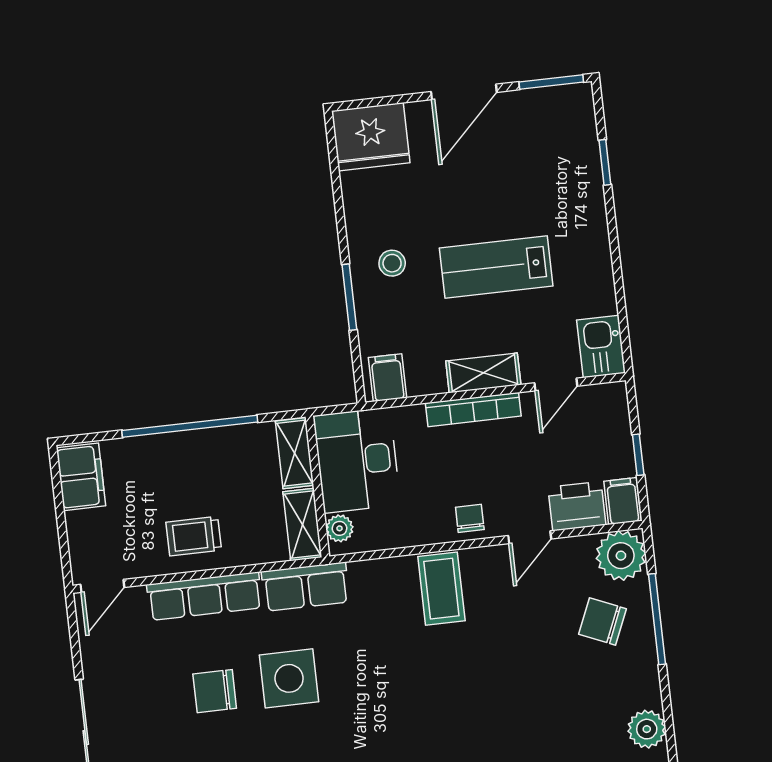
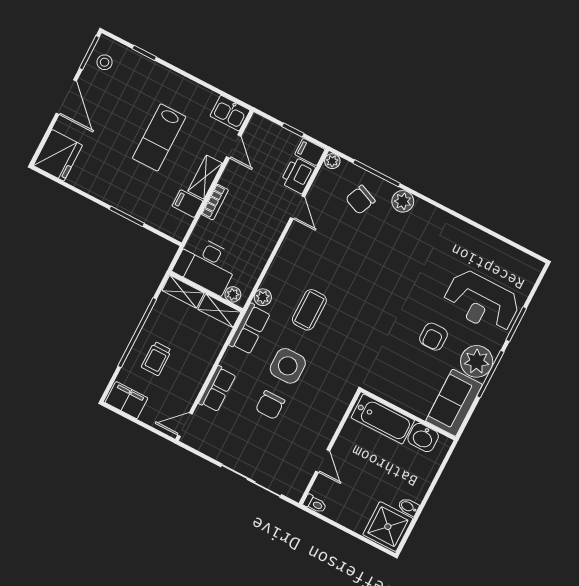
stool: (392, 263) -> (105, 62), moved
filing cabinet: (388, 378) -> (187, 204), moved
bookcase: (473, 410) -> (215, 202), width x0.64
chair: (470, 518) -> (270, 230), removed
trolley: (194, 536) -> (156, 359), moved
plant: (621, 556) -> (332, 161), width x0.53, depth x0.53
plant: (365, 575) -> (263, 297), added
door: (102, 586) -> (185, 425), swing flipped
coffee table: (441, 589) -> (309, 310), moved, turned 90
row of seats: (204, 596) -> (217, 389), width x0.68
plant: (647, 729) -> (403, 201), moved

